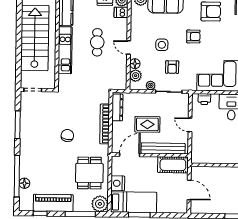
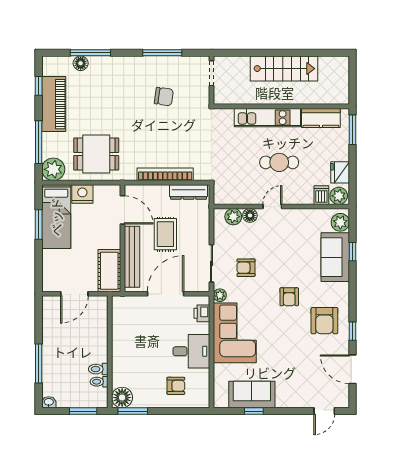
stairs: (35, 38) -> (284, 69), width x0.73, depth x0.66
side table: (162, 45) -> (277, 253), removed
plant: (151, 85) -> (220, 295), moved
door: (190, 125) -> (166, 294), width x1.88
chair: (67, 136) -> (164, 97), moved
window: (17, 176) -> (90, 53), width x0.68

